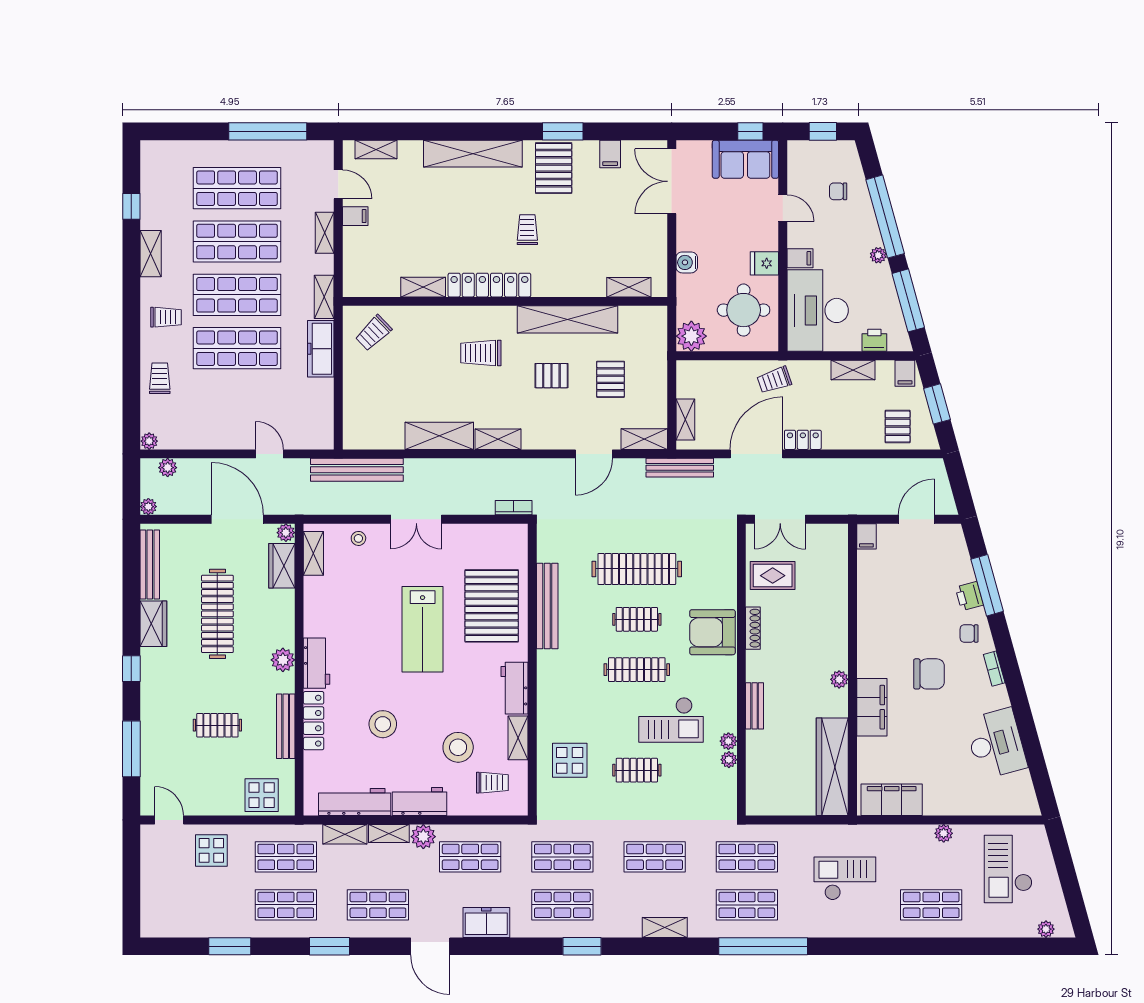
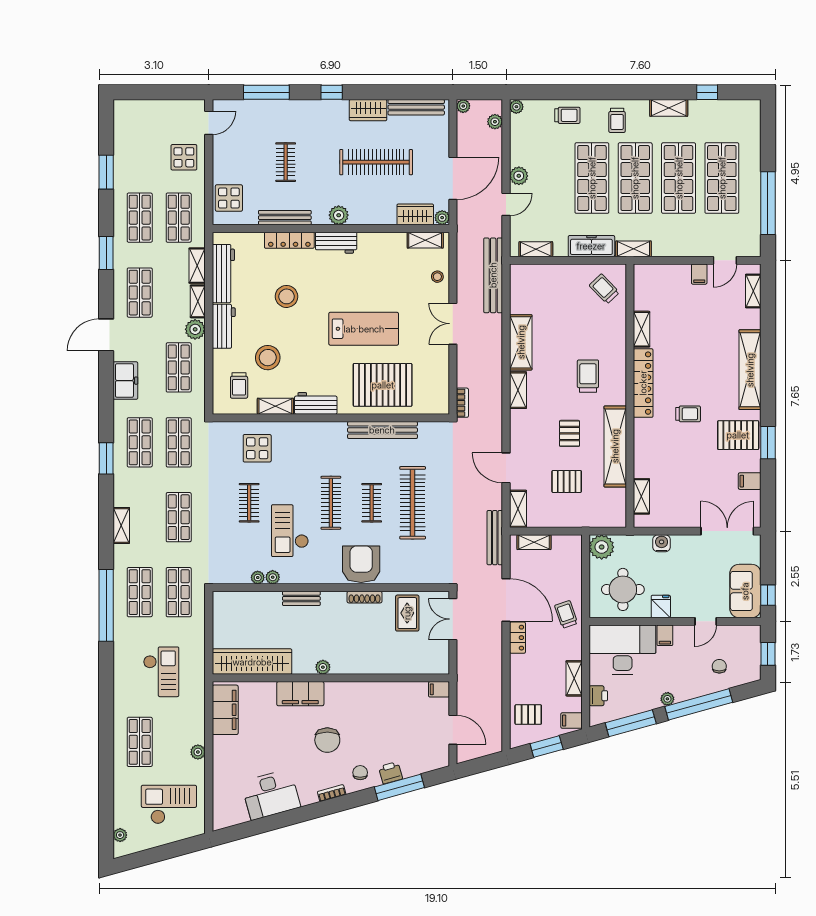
shelving: (325, 233) -> (536, 249), moved
plant: (234, 438) -> (519, 176), added
lab bench: (423, 629) -> (364, 329), turned 180

